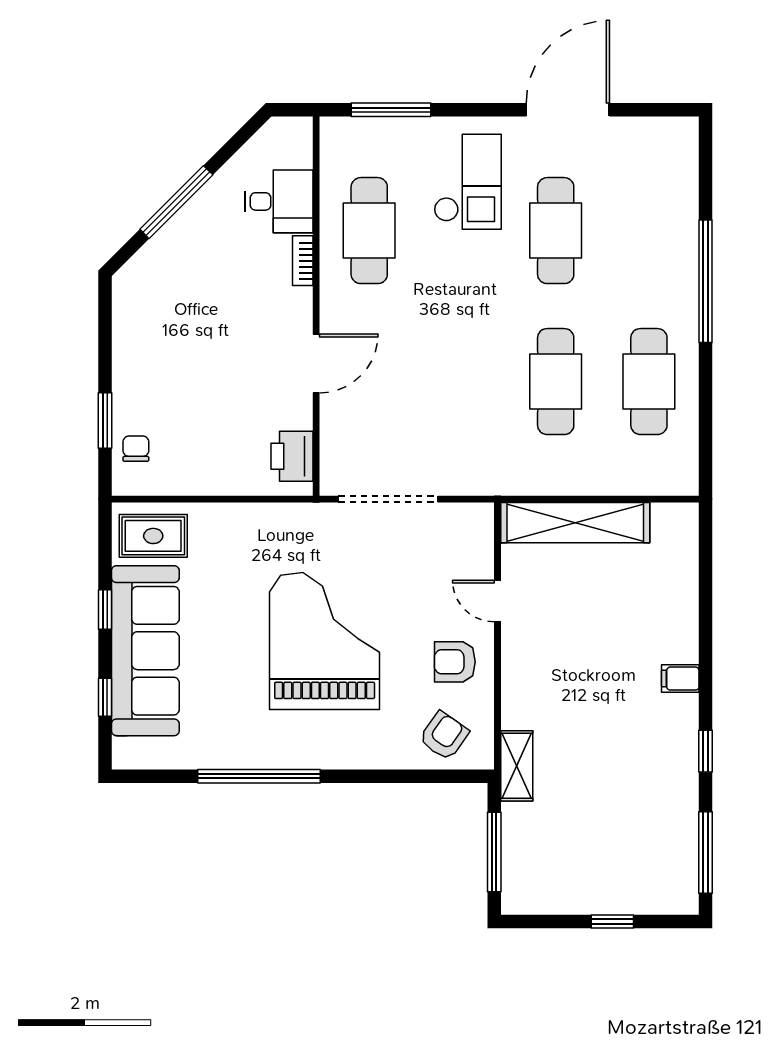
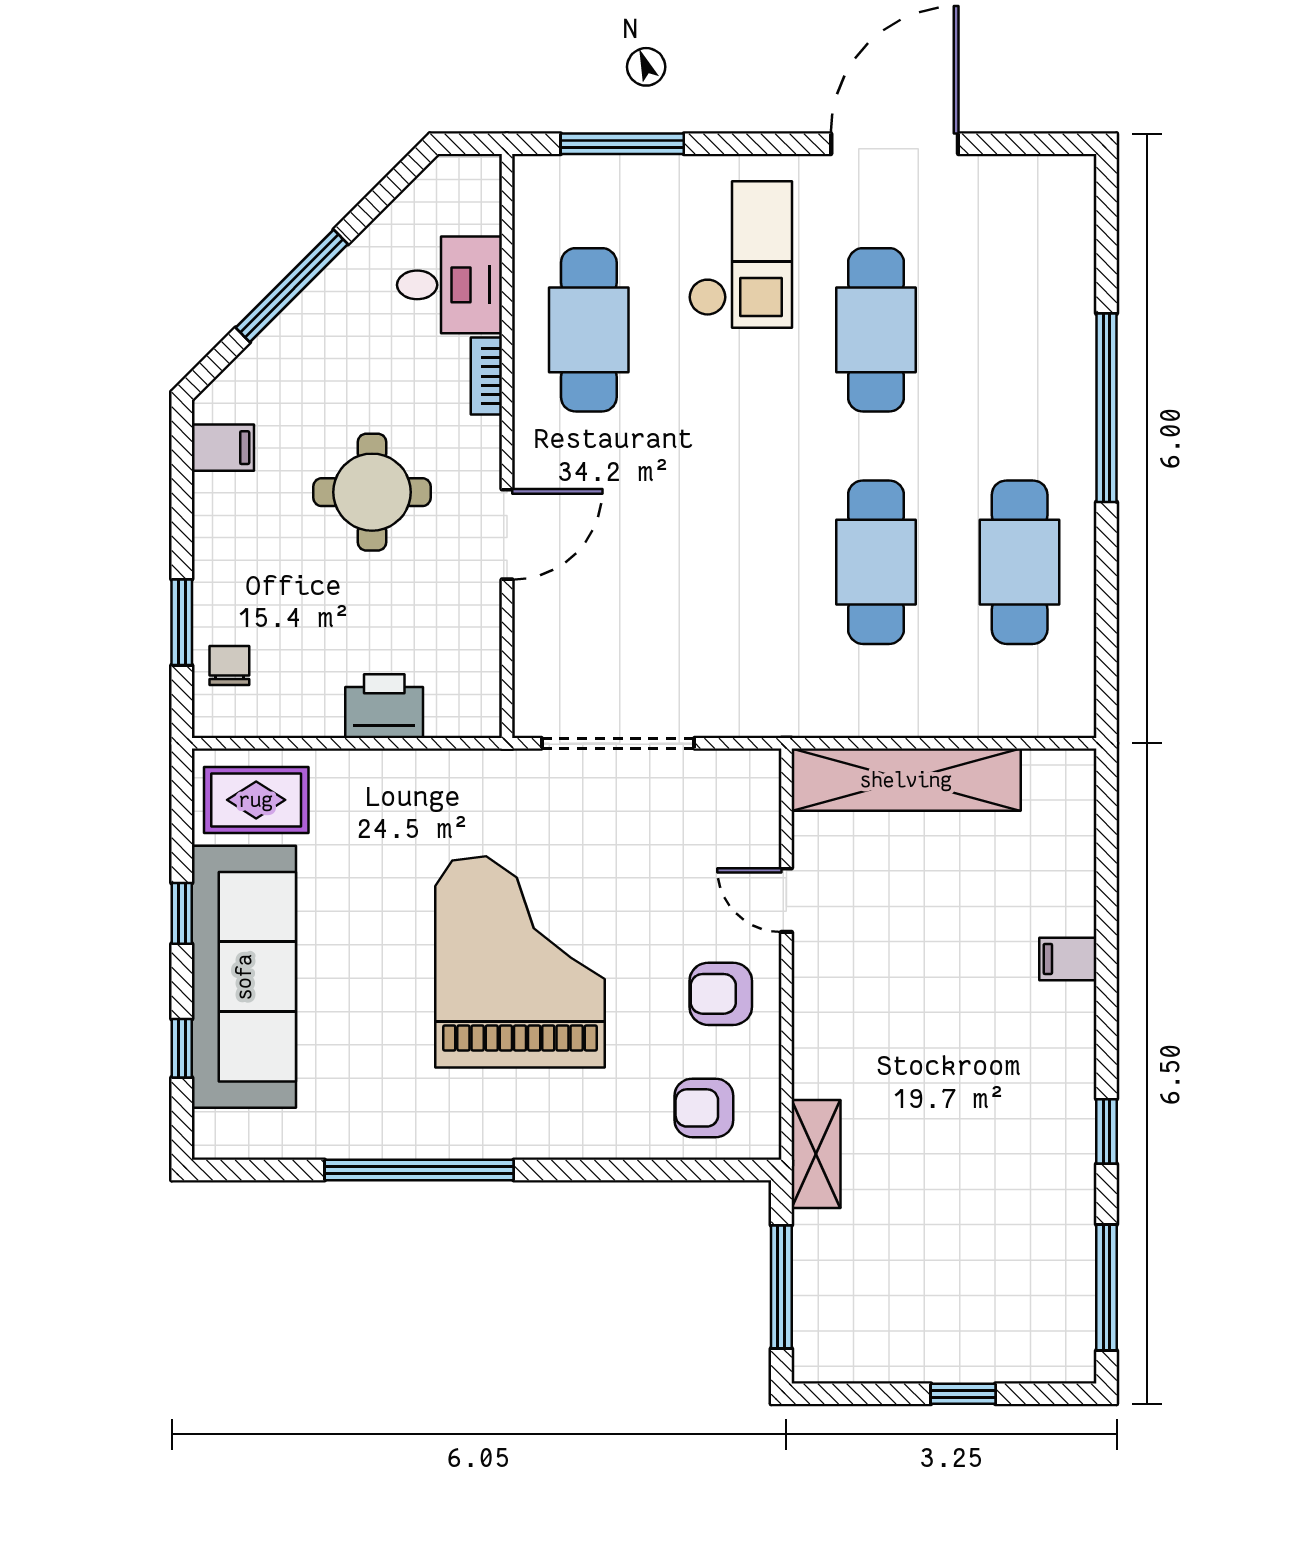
filing cabinet: (132, 307) -> (223, 448), added
round table: (228, 336) -> (372, 492), added
printer: (292, 456) -> (384, 706), moved, turned 90
filing cabinet: (680, 679) -> (1068, 959), moved
armchair: (444, 736) -> (704, 1108), turned -125

